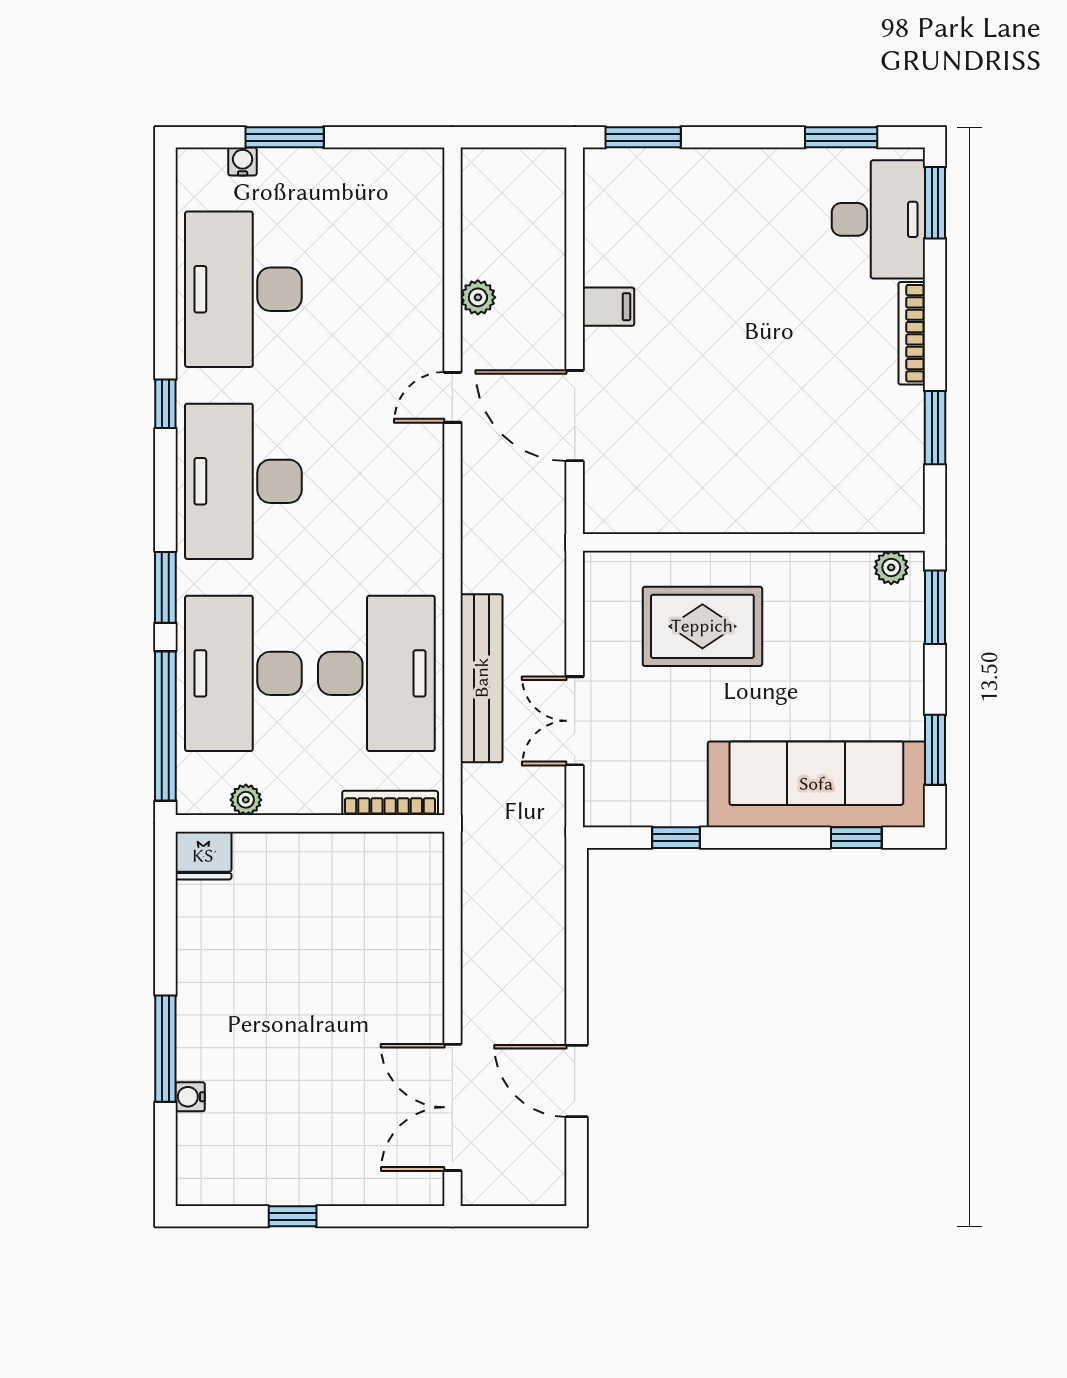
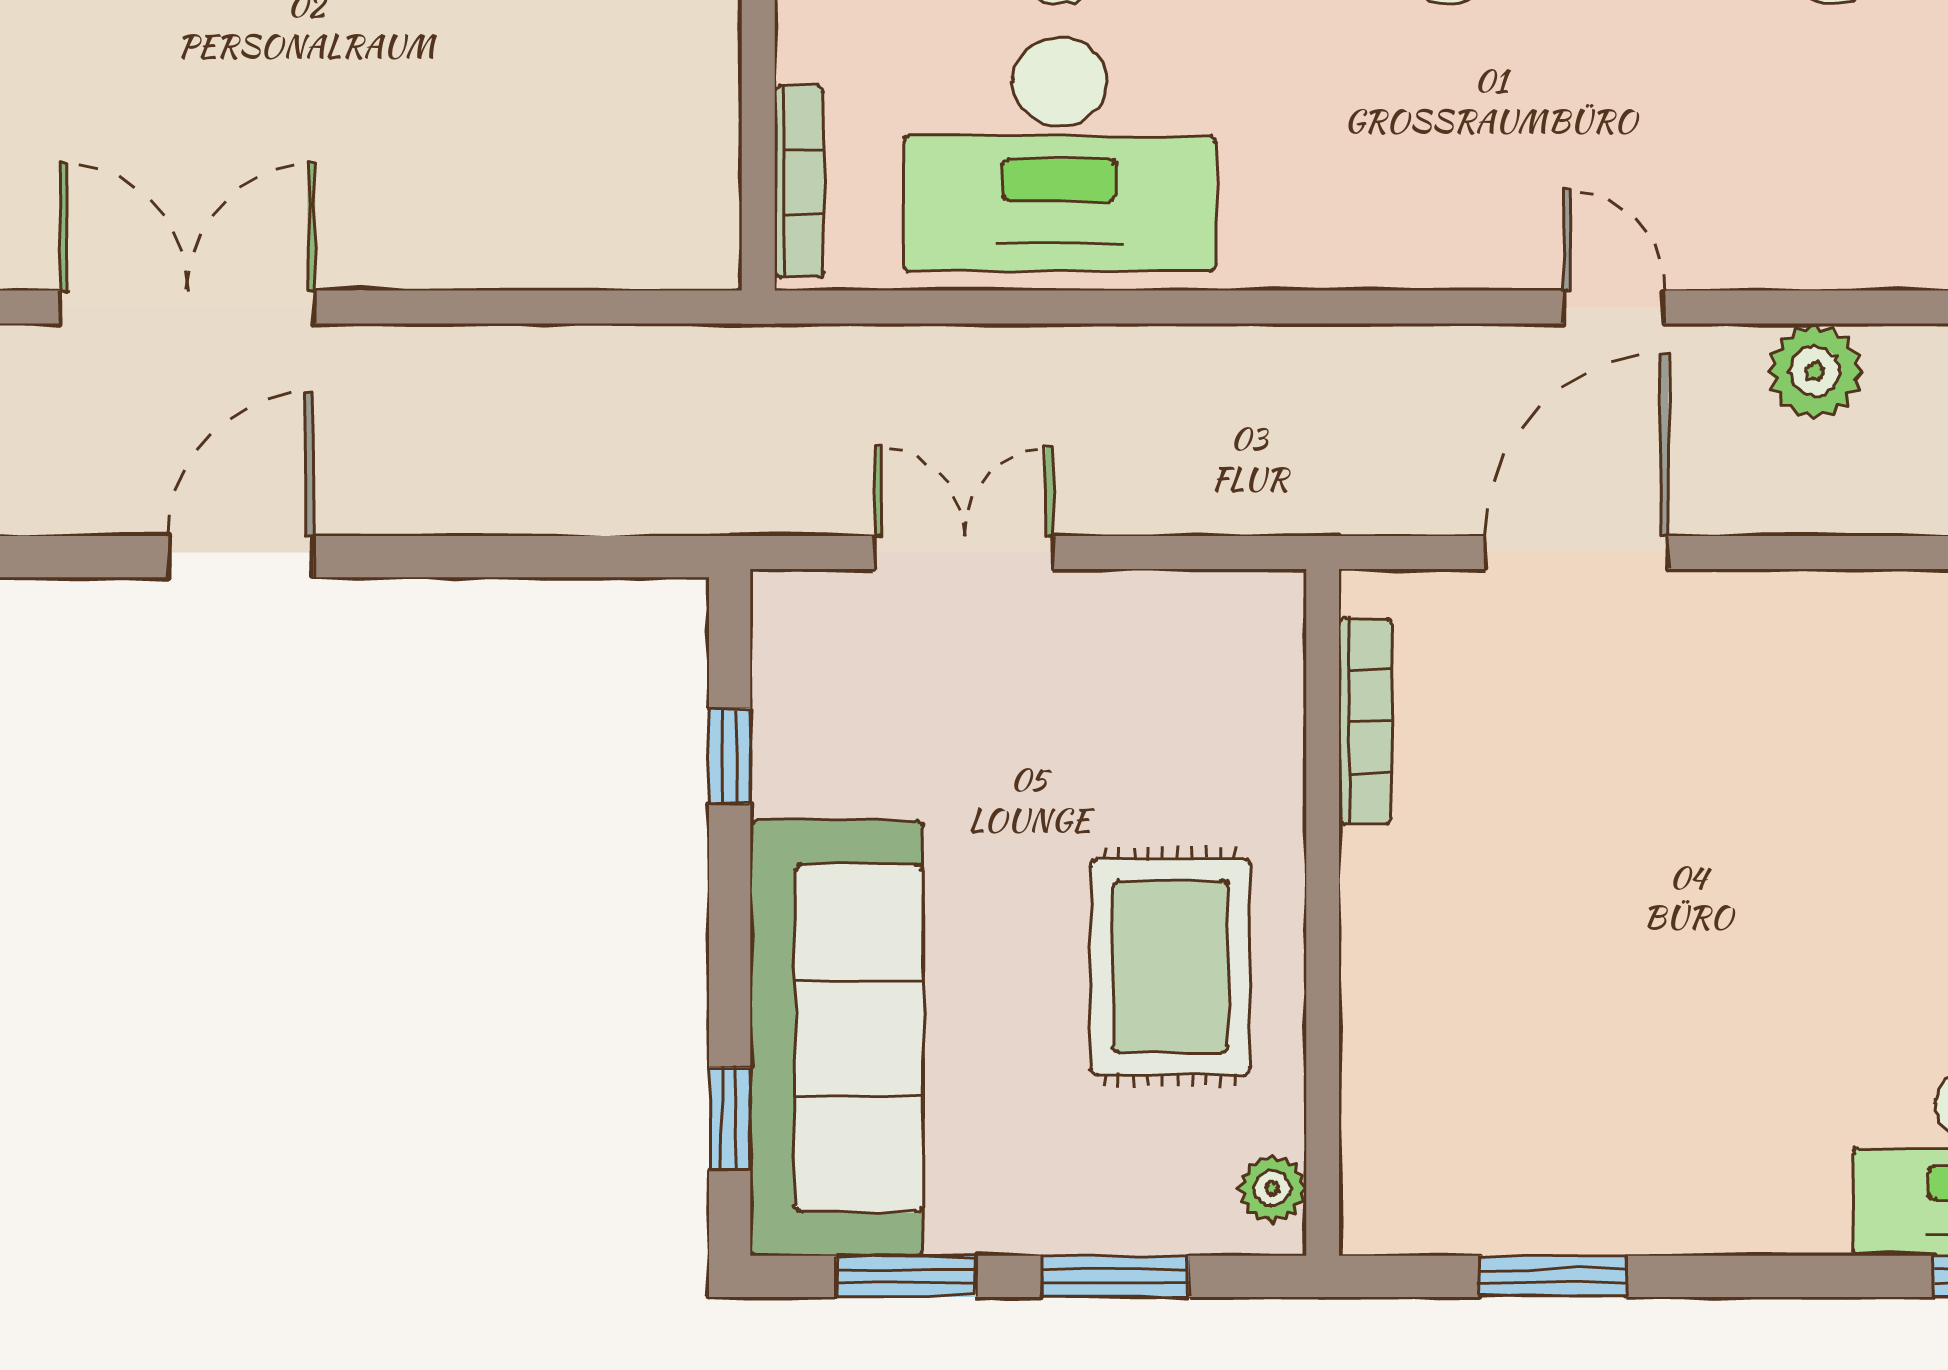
plant: (478, 297) -> (1815, 371), width x1.38, depth x1.38
filing cabinet: (608, 307) -> (1796, 620), removed
bookcase: (912, 333) -> (1365, 721), moved, turned 90
window: (935, 607) -> (1115, 1276), moved
rug: (702, 626) -> (1171, 967), moved
bench: (482, 678) -> (1050, 365), removed

